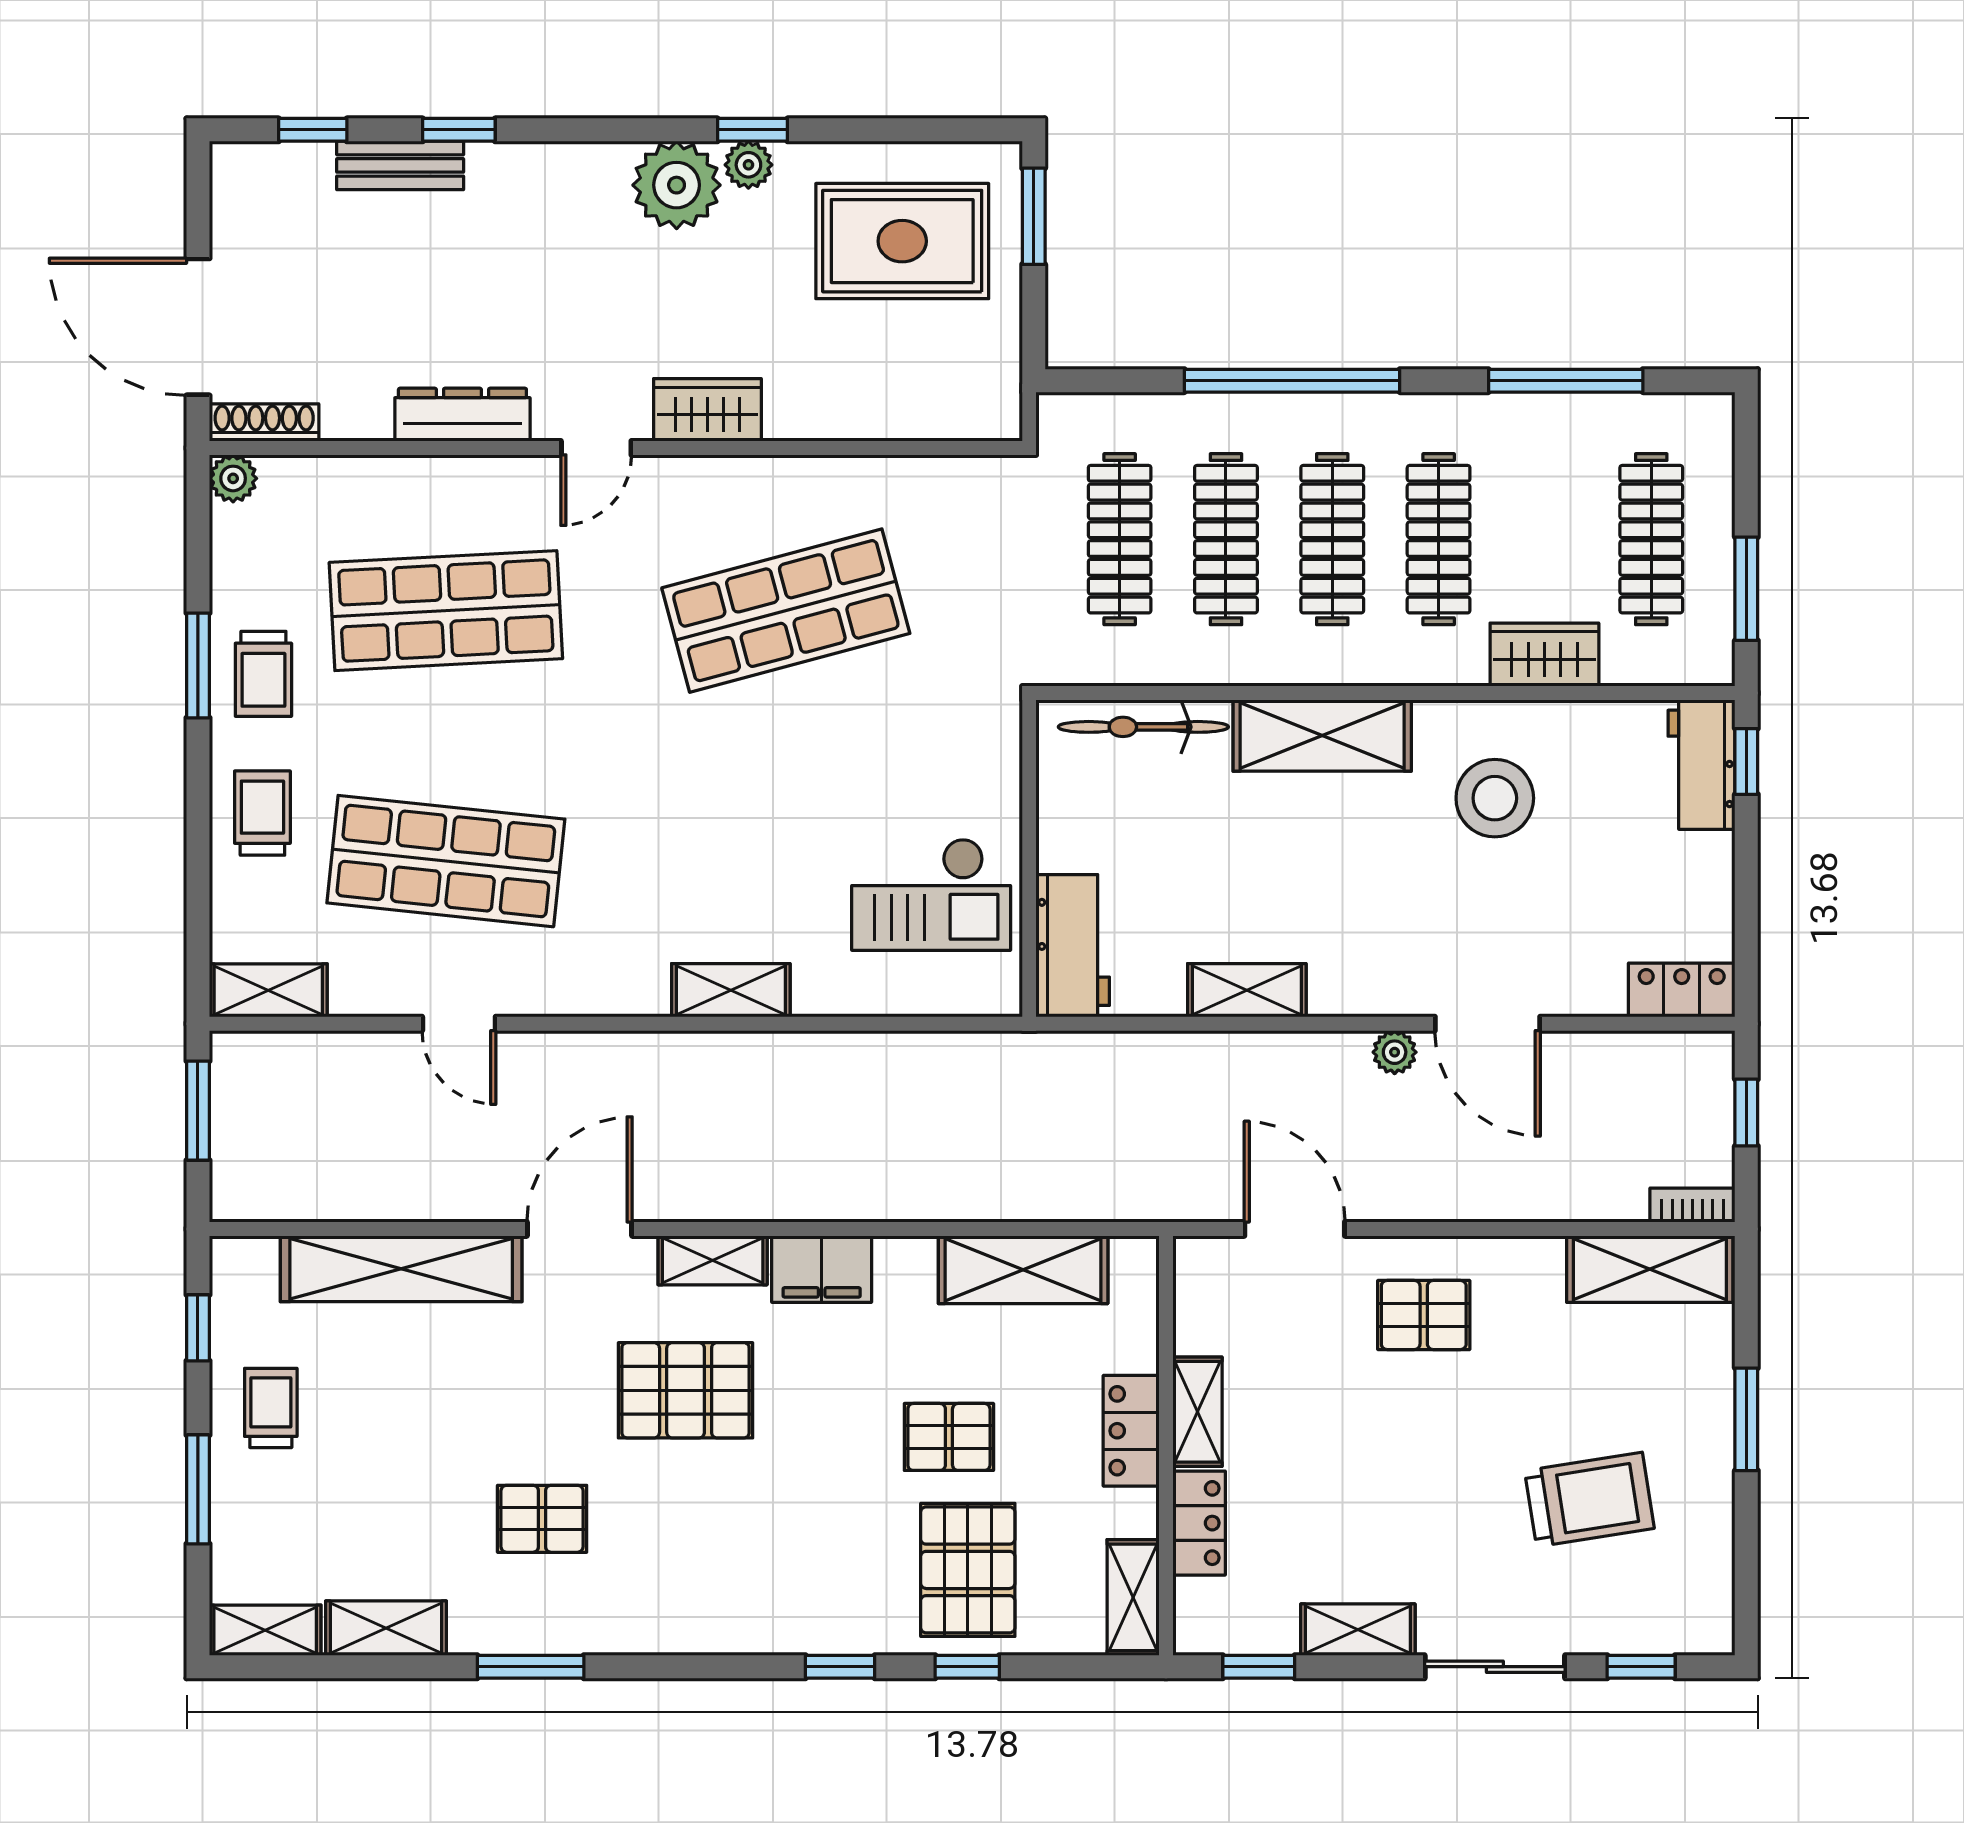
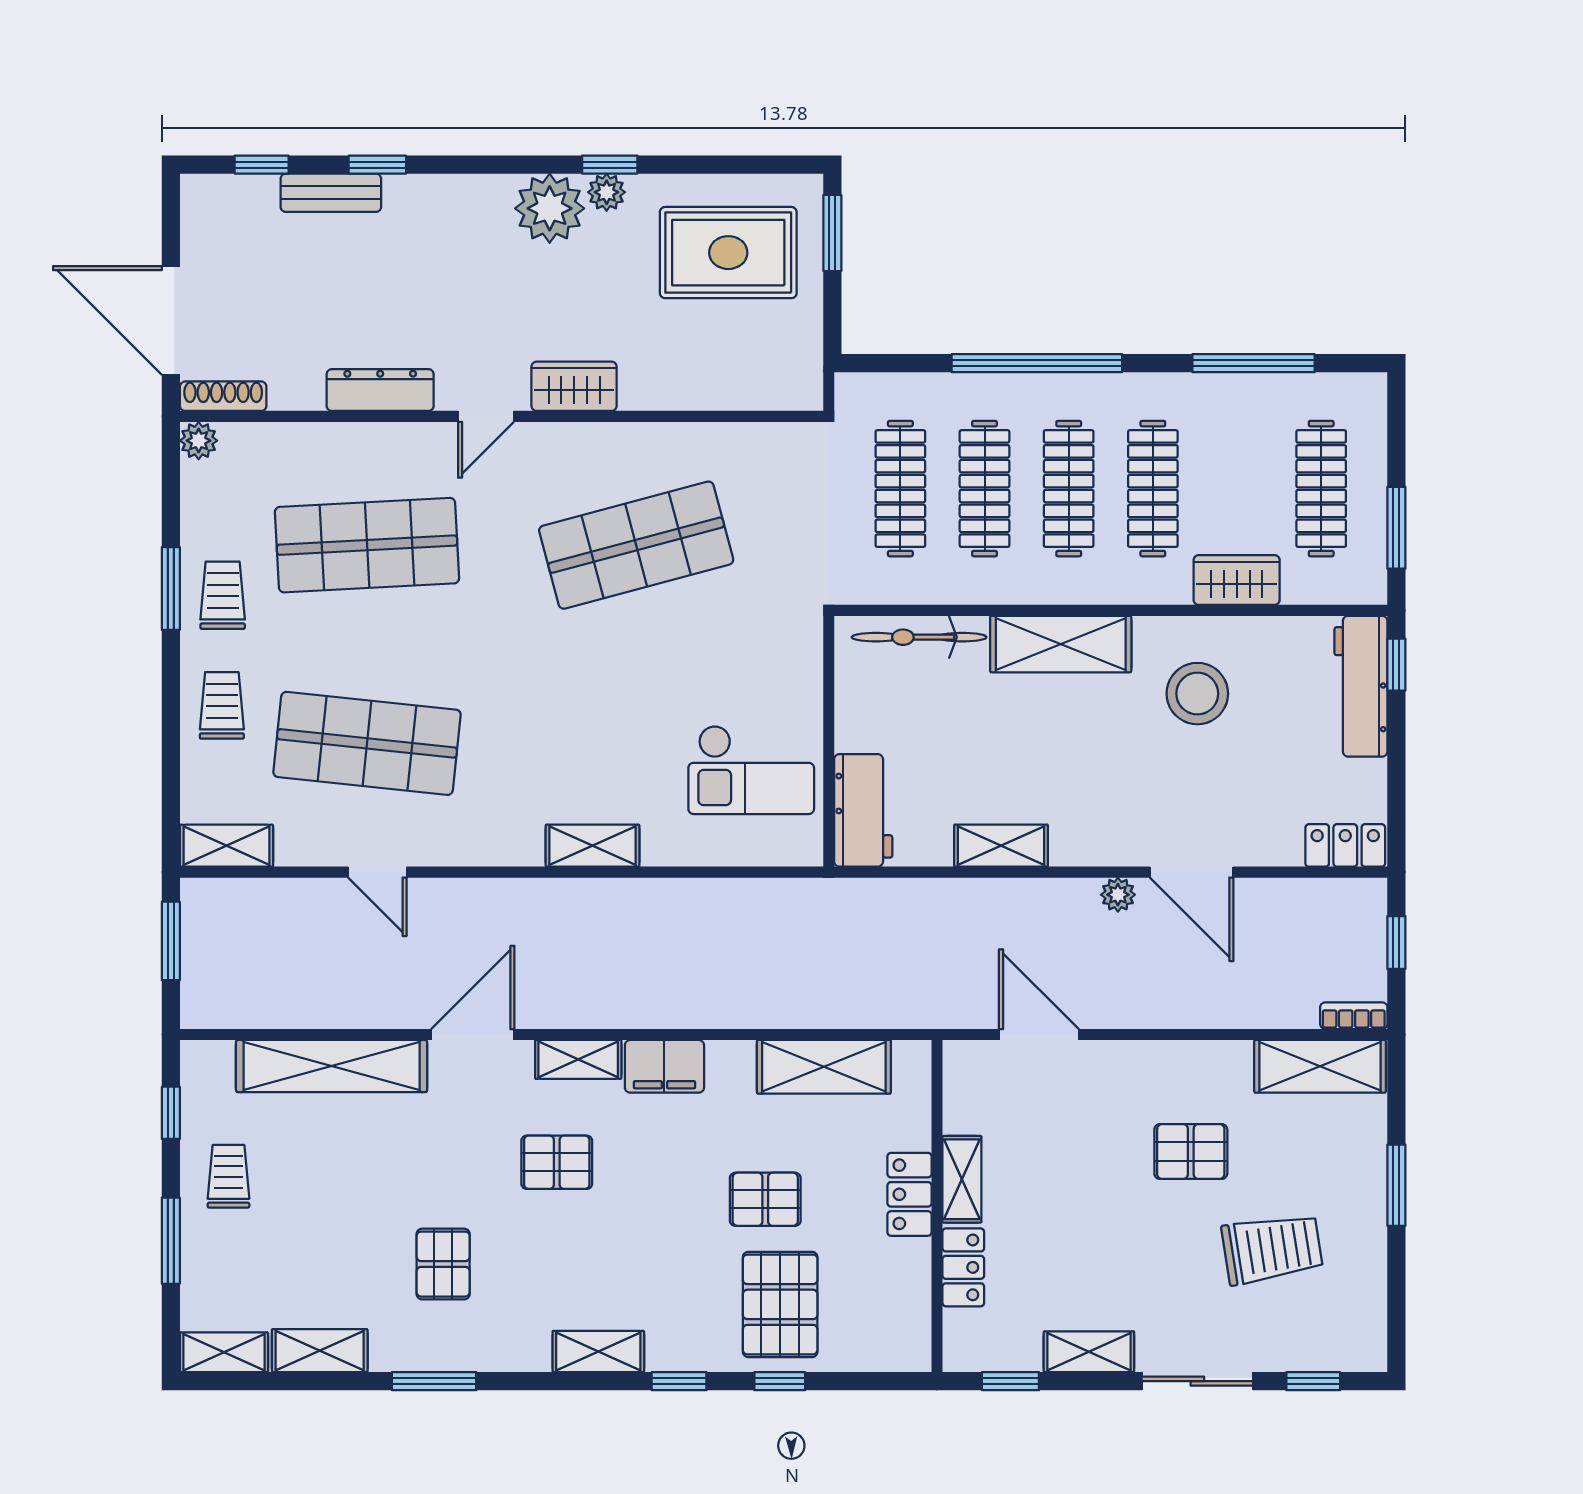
trolley: (263, 674) -> (223, 595), turned 180
workbench: (1701, 765) -> (1361, 686), width x1.38
pallet: (1424, 1315) -> (1191, 1152), moved
pallet: (686, 1390) -> (557, 1162), width x0.67, depth x0.71
pallet: (542, 1519) -> (443, 1264), turned 90
shelving: (1133, 1597) -> (598, 1351), moved, turned 90

